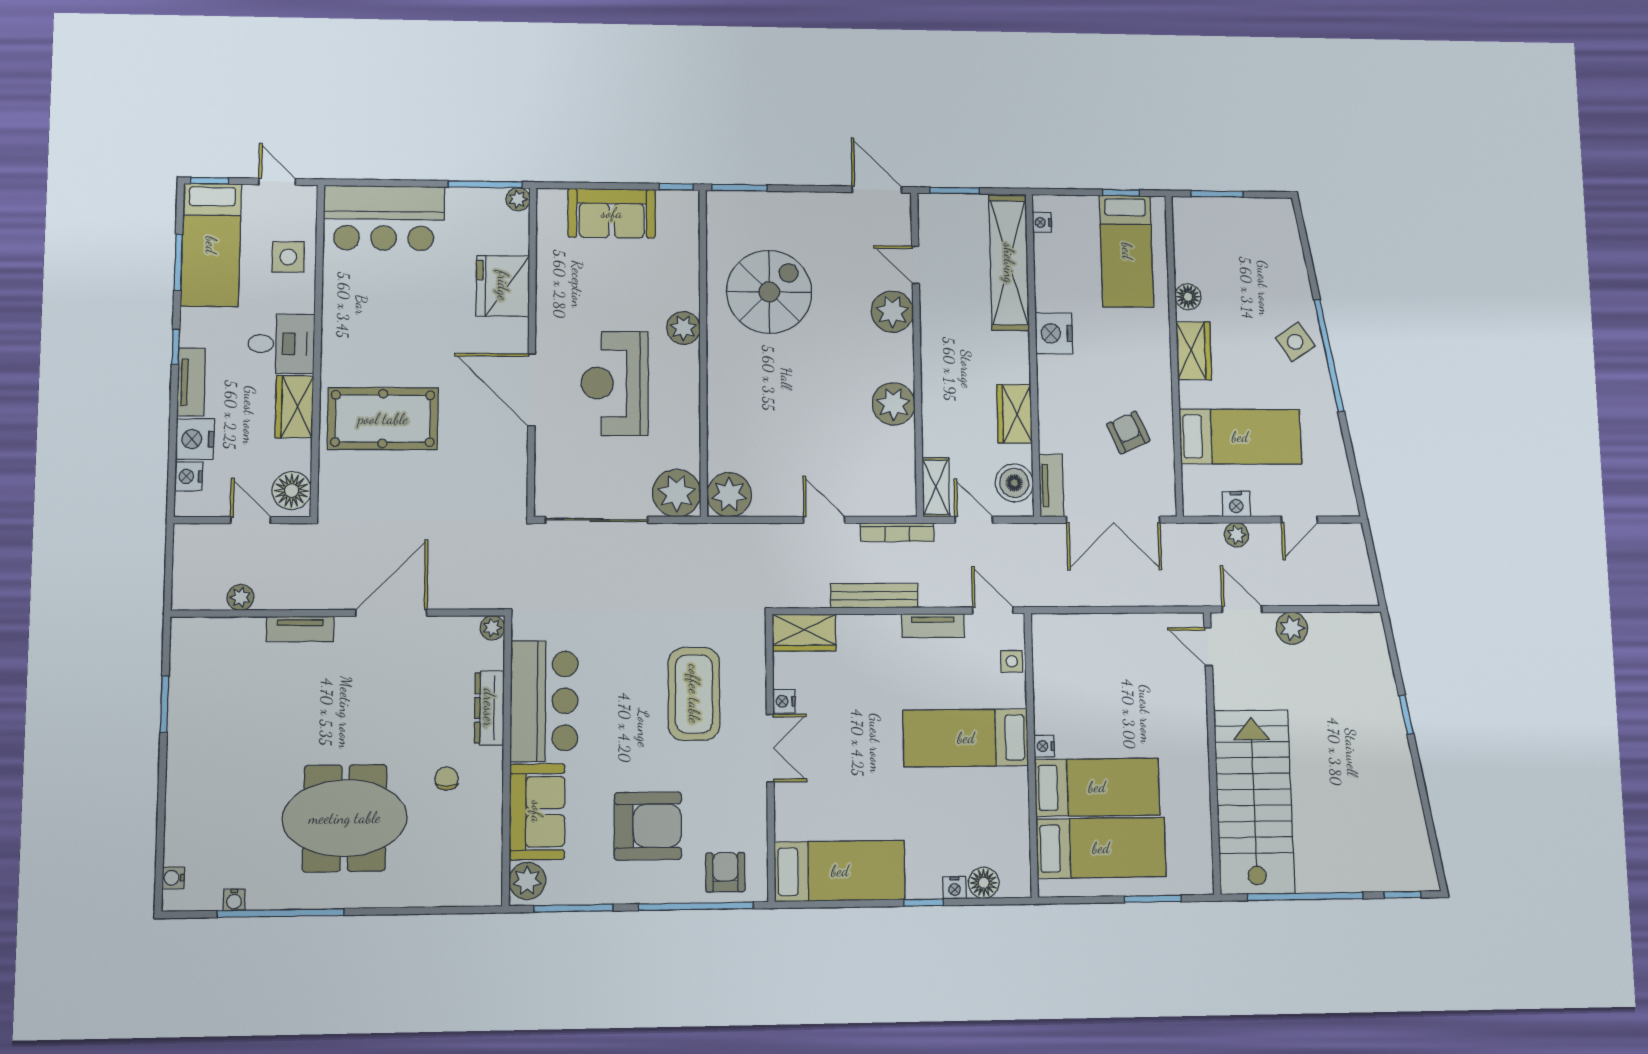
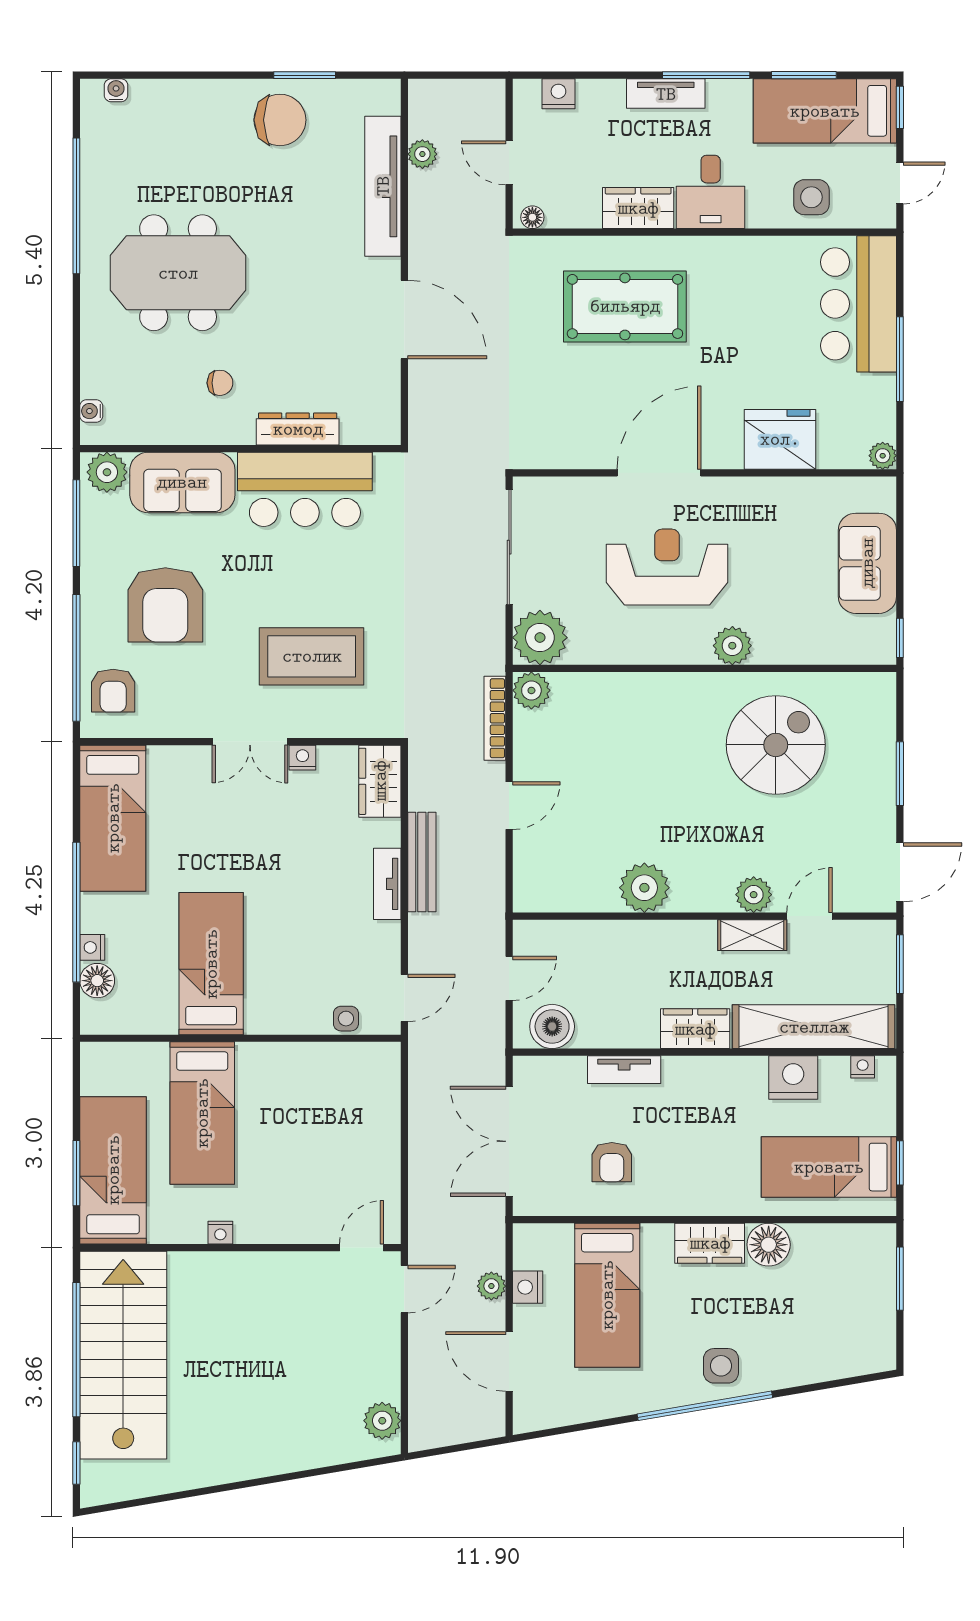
window: (485, 184) -> (900, 359), moved
window: (739, 188) -> (900, 774), moved
spiral stairs: (769, 292) -> (776, 745), turned -90
floor lamp: (1188, 297) -> (769, 1245), width x1.38, depth x1.38
plant: (892, 312) -> (754, 895), width x0.73, depth x0.73
nightstand: (1054, 333) -> (793, 1078), moved
side table: (1295, 342) -> (721, 1366), turned 34
window: (176, 347) -> (706, 75), width x2.17
wardrobe: (1014, 414) -> (695, 1029), moved
pool table: (383, 419) -> (625, 306), turned 90
armchair: (1128, 432) -> (612, 1162), turned 114
nightstand: (195, 439) -> (601, 99), removed
tv unit: (1051, 486) -> (624, 1070), moved
shelving: (936, 487) -> (752, 935), moved
floor lamp: (292, 491) -> (532, 217), width x0.53, depth x0.53
plant: (729, 495) -> (531, 690), width x0.73, depth x0.73
door: (250, 520) -> (509, 163), swing flipped
door: (1299, 520) -> (509, 1361), width x1.38
bookcase: (897, 532) -> (495, 718), moved
tv unit: (933, 626) -> (387, 884), moved
plant: (492, 628) -> (387, 431), removed
plant: (1292, 628) -> (382, 1421), moved
tv unit: (300, 629) -> (383, 186), width x1.92, depth x1.29
window: (1406, 715) -> (281, 1478), removed
chair: (205, 726) -> (280, 120), added
bed: (966, 738) -> (211, 964), moved
nightstand: (1044, 746) -> (220, 1233), moved, turned 180
stairs: (1254, 802) -> (123, 1355), moved, turned -90
meeting table: (345, 818) -> (178, 273), turned 90
bed: (1101, 848) -> (113, 1170), moved, turned 180
armchair: (725, 872) -> (113, 691), turned 90
water cooler: (234, 900) -> (91, 411), moved
window: (924, 903) -> (76, 912), width x3.17

